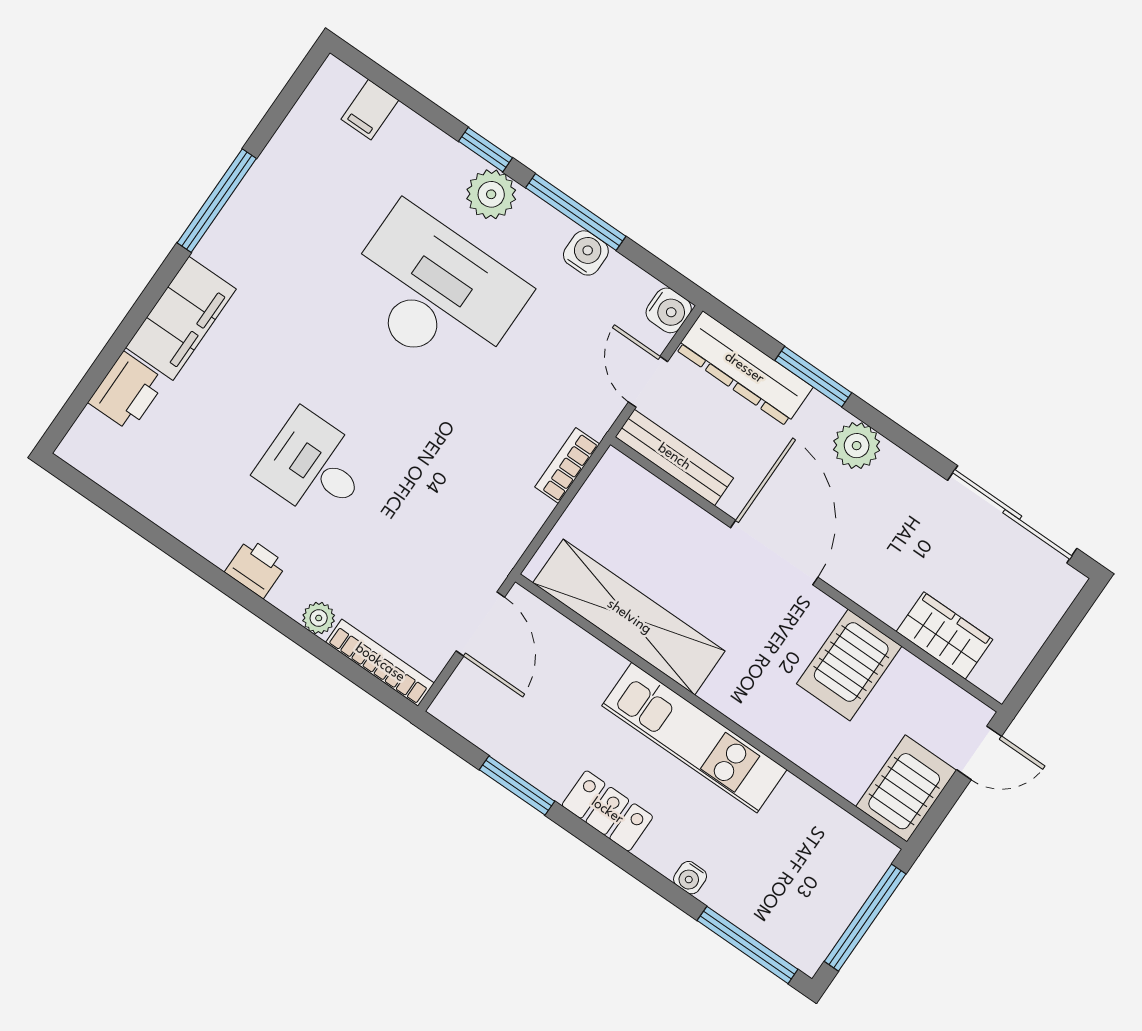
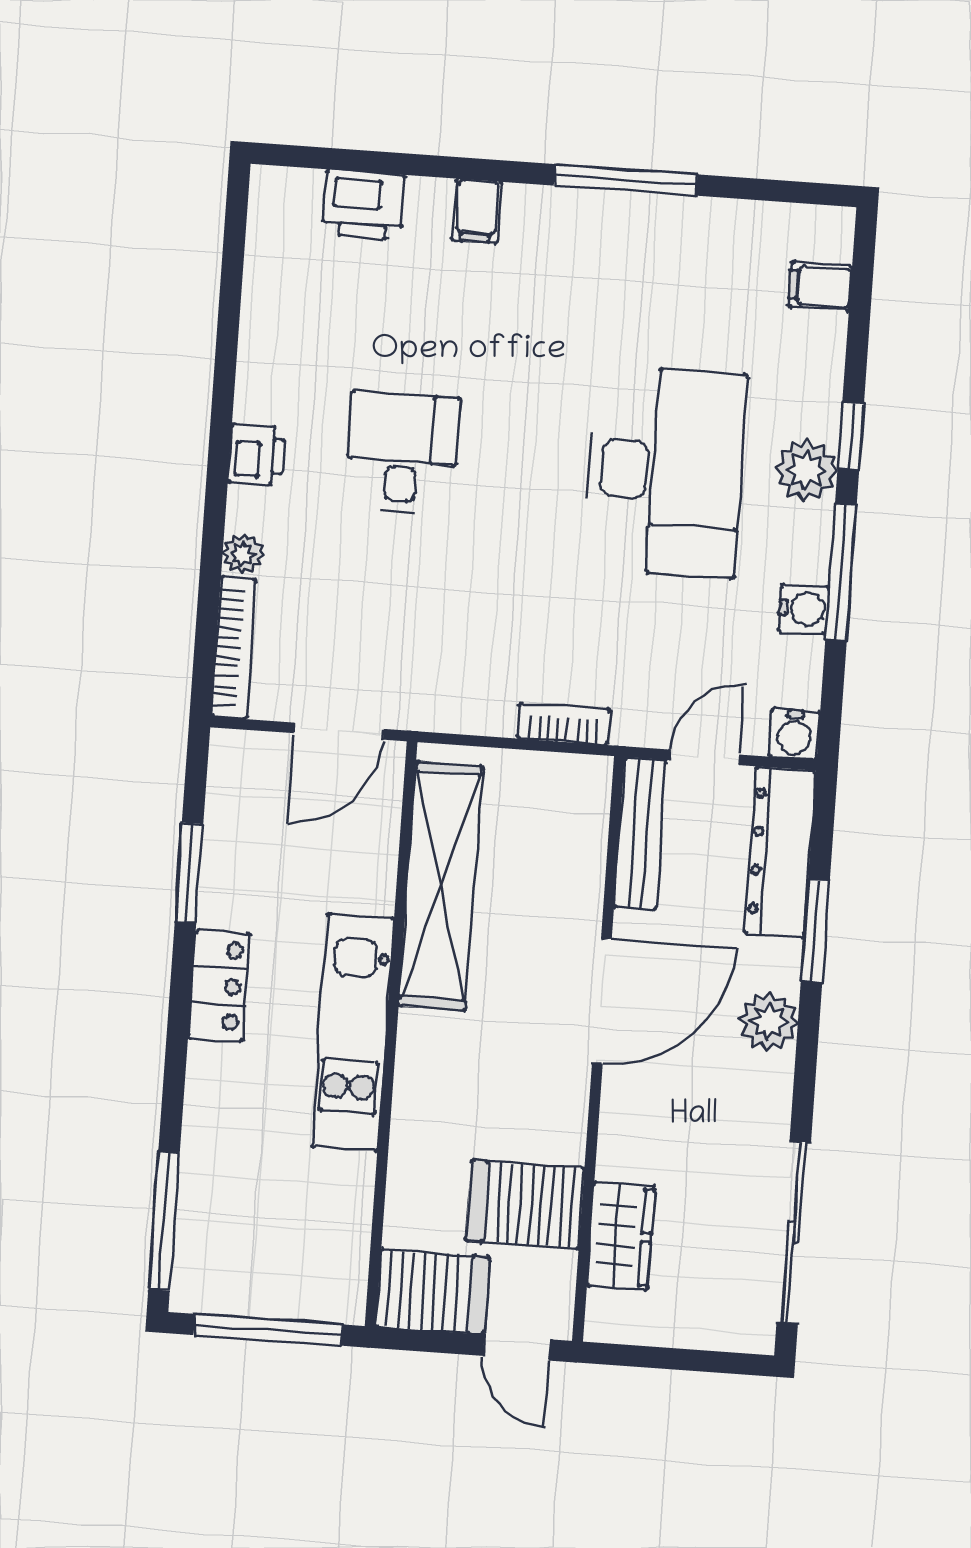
filing cabinet: (181, 318) -> (477, 211), width x0.33, depth x0.86
server rack: (849, 665) -> (525, 1204), moved
water cooler: (690, 878) -> (200, 1117), removed

